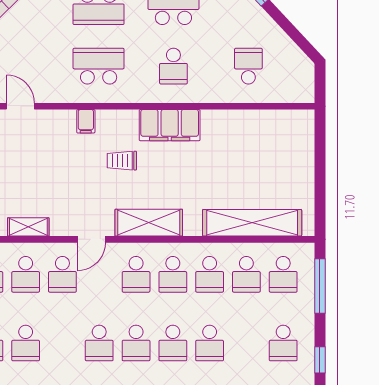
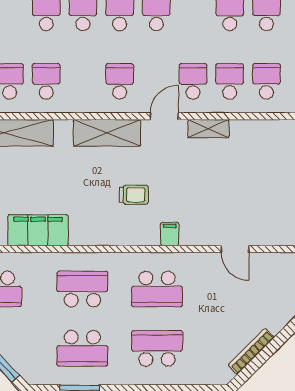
school desk: (173, 66) -> (82, 289), width x1.85
filing cabinet: (170, 125) -> (38, 230), moved
shelving: (28, 227) -> (208, 129), moved
school desk: (173, 274) -> (83, 81), removed

